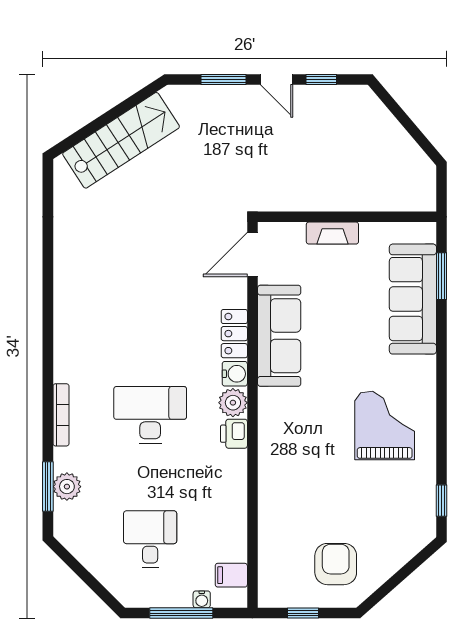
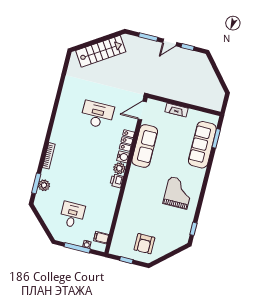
door: (277, 79) -> (170, 42), hinge flipped
desk: (150, 415) -> (97, 115), moved
armchair: (336, 564) -> (144, 244), turned 180

